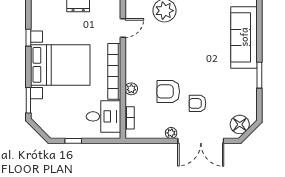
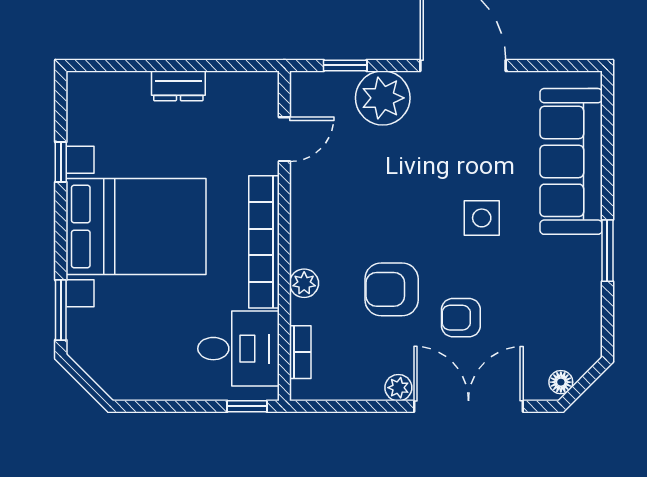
side table: (206, 61) -> (482, 218), added
floor lamp: (240, 124) -> (561, 382), width x0.53, depth x0.53
window: (73, 141) -> (247, 406), moved
double door: (201, 141) -> (469, 406), swing flipped

